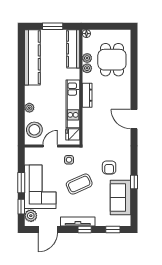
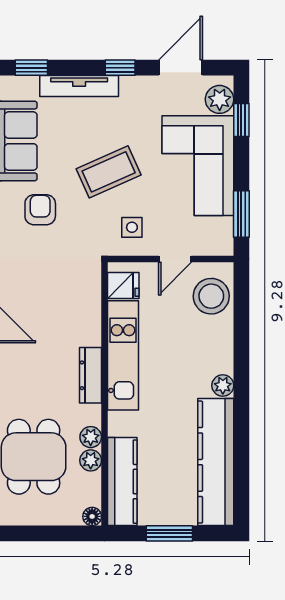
plant: (29, 108) -> (223, 386), moved
window: (21, 183) -> (241, 214), moved
tv unit: (78, 221) -> (79, 86), moved
window: (85, 230) -> (120, 68), moved

